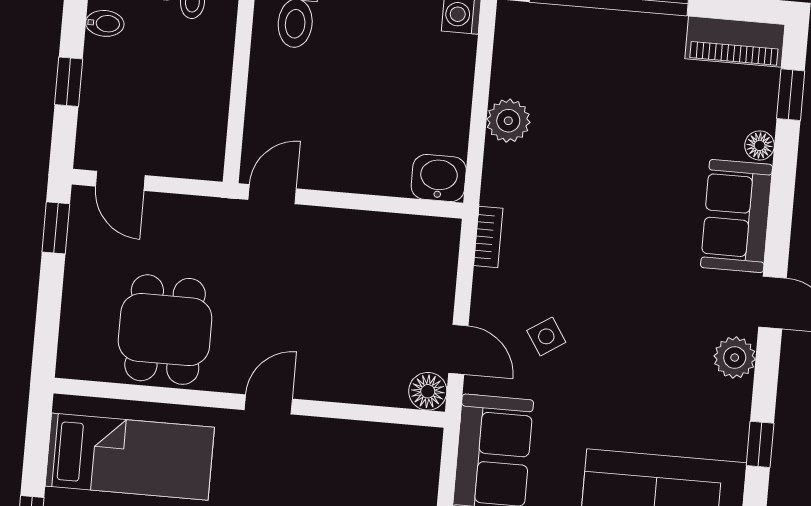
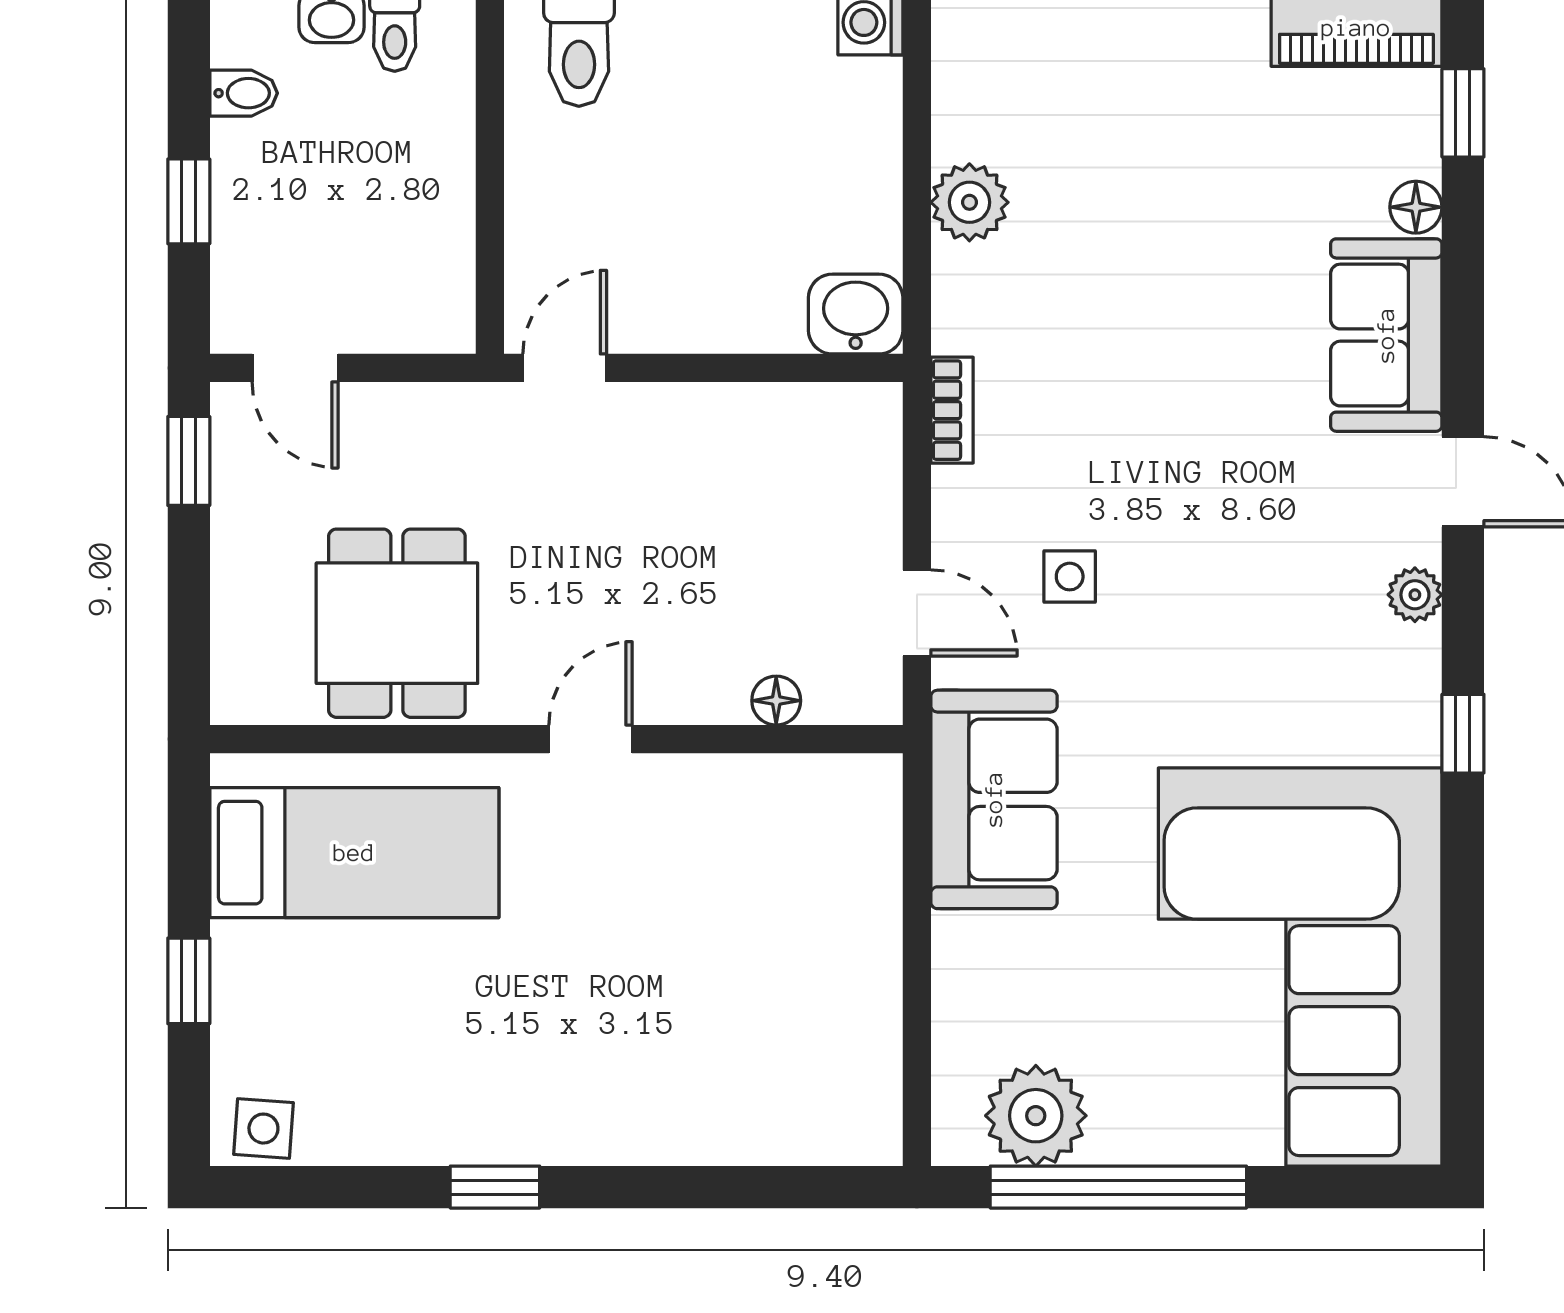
side table: (546, 336) -> (1070, 577), turned 33
plant: (735, 358) -> (1415, 595), width x0.73, depth x0.73
floor lamp: (428, 391) -> (776, 701), moved, width x0.73, depth x0.73

